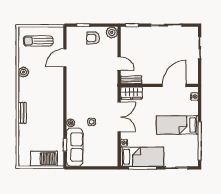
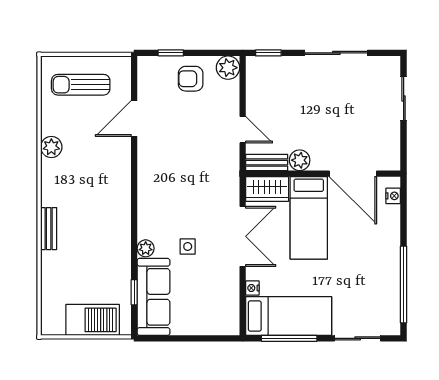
plant: (148, 79) -> (300, 160), added
door: (174, 85) -> (353, 174), swing flipped
bed: (177, 125) -> (309, 218), moved, turned -90

